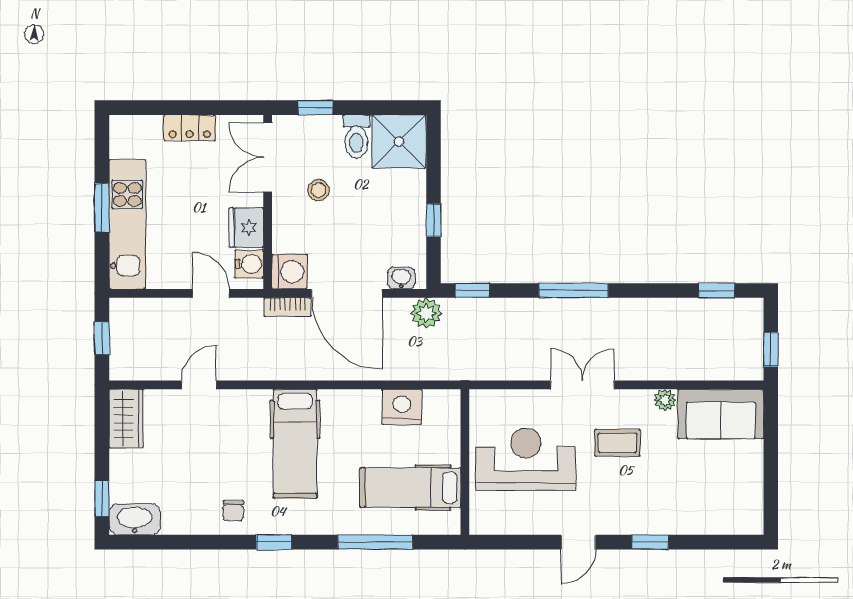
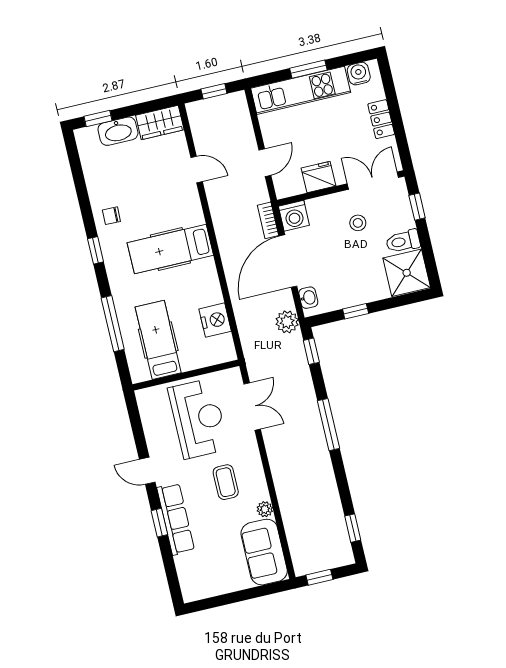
water cooler: (249, 264) -> (359, 74), moved, turned 180
double door: (582, 385) -> (252, 406), moved
washbasin: (135, 519) -> (118, 131), moved, turned 90
row of seats: (650, 520) -> (176, 519), added

